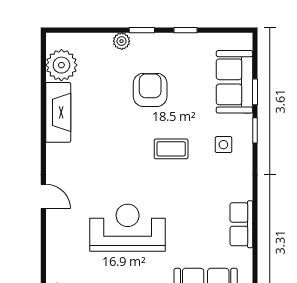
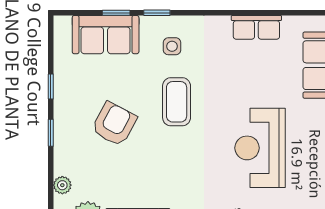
plant: (122, 41) -> (62, 185), moved
armchair: (150, 90) -> (114, 124), turned 118
coffee table: (171, 149) -> (177, 102), width x1.36, depth x1.30

